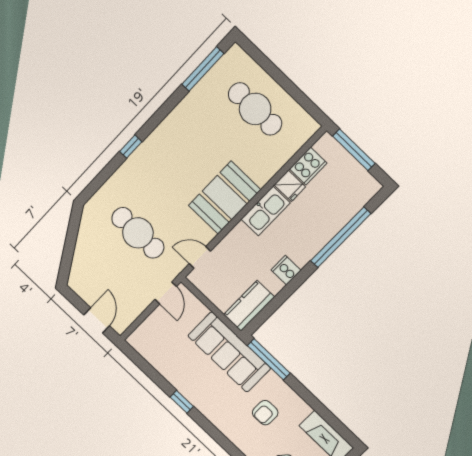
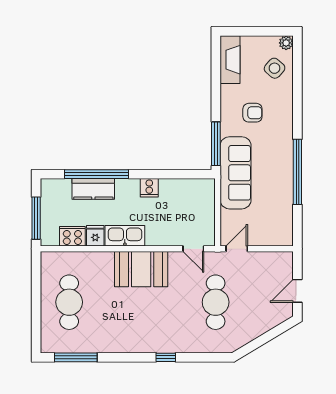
kitchen counter: (249, 306) -> (93, 189), moved
door: (97, 320) -> (297, 291), moved
window: (182, 402) -> (297, 172), width x3.17

